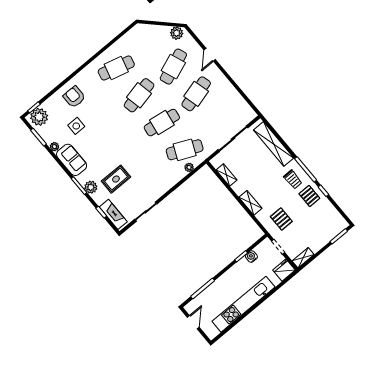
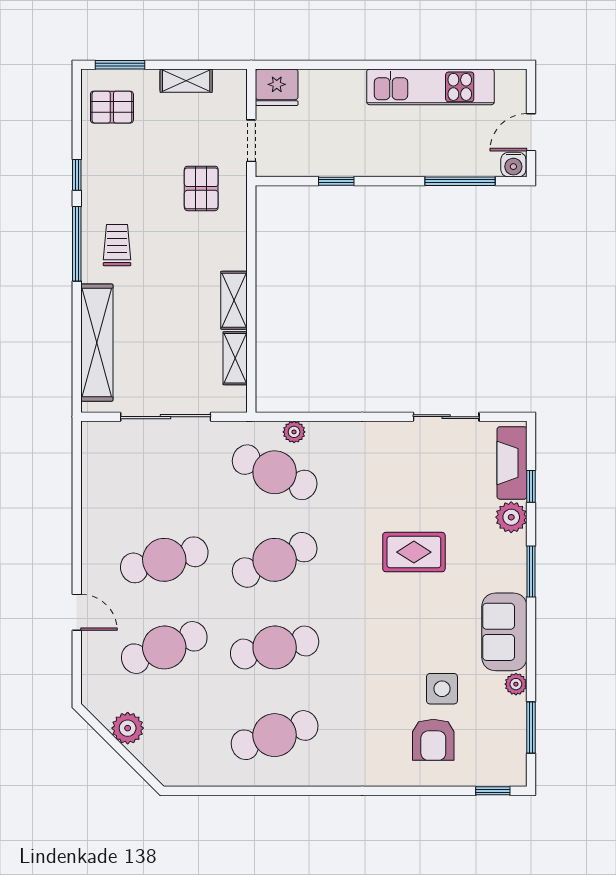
plant: (177, 33) -> (128, 728), moved
door: (210, 55) -> (77, 612), hinge flipped
cafe table: (116, 68) -> (275, 735), turned -33
armchair: (74, 97) -> (433, 740), moved
plant: (39, 117) -> (498, 765), removed
cafe table: (162, 123) -> (275, 560), turned -33
rug: (116, 179) -> (414, 552), moved
plant: (91, 187) -> (511, 517), moved
pallet: (309, 196) -> (112, 107), moved, turned 90
shelving: (250, 203) -> (234, 300), moved
water cooler: (251, 257) -> (513, 165), moved
shelving: (303, 258) -> (186, 81), moved
kitchen unit: (244, 304) -> (430, 87), width x0.73

